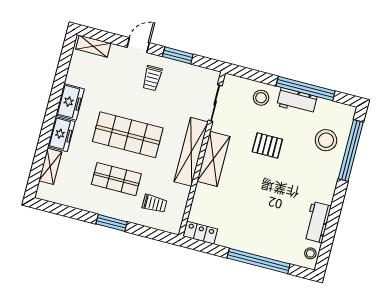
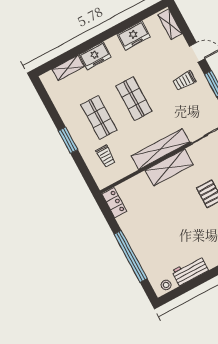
freezer: (70, 102) -> (134, 35), moved
shop shelf: (128, 135) -> (134, 99), width x0.70, depth x0.74

